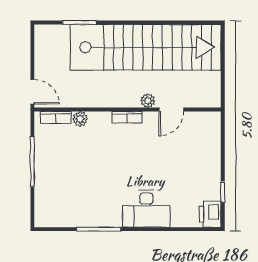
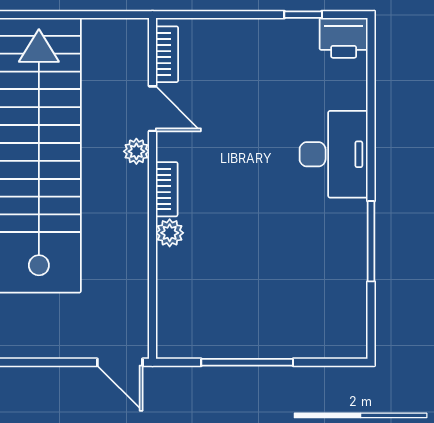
door: (32, 92) -> (120, 362), swing flipped
bookcase: (56, 117) -> (167, 54), moved
plant: (80, 119) -> (170, 233), moved

